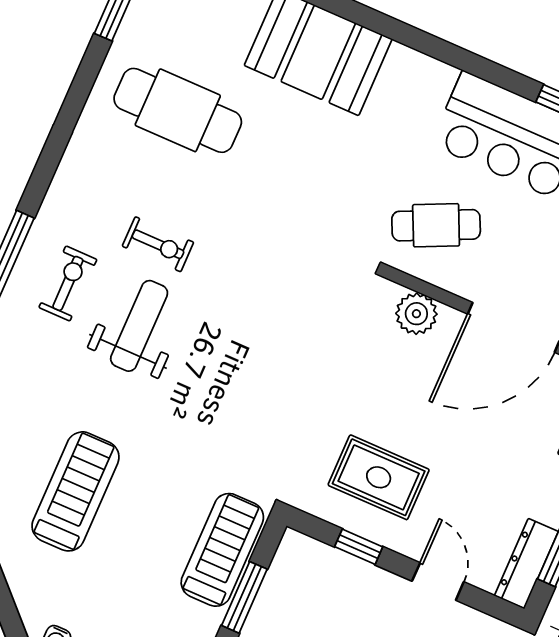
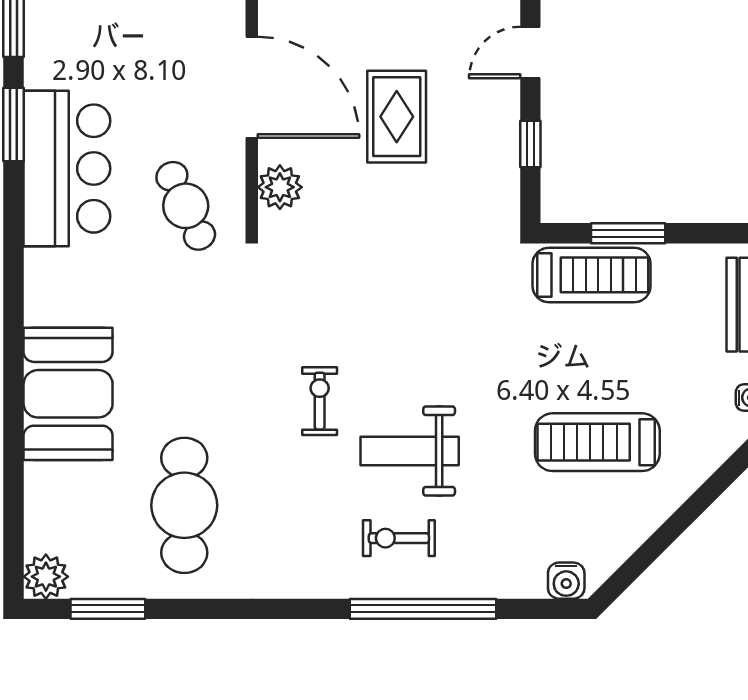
exercise bike: (158, 244) -> (320, 401), moved
rug: (379, 477) -> (397, 117), moved
treadmill: (222, 550) -> (591, 275), turned 180

